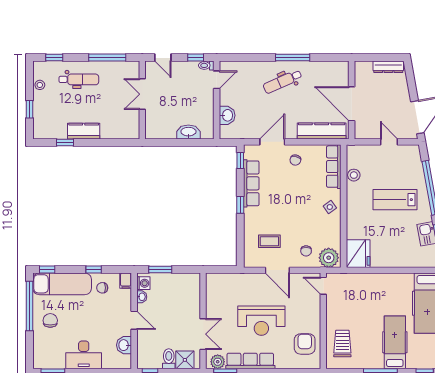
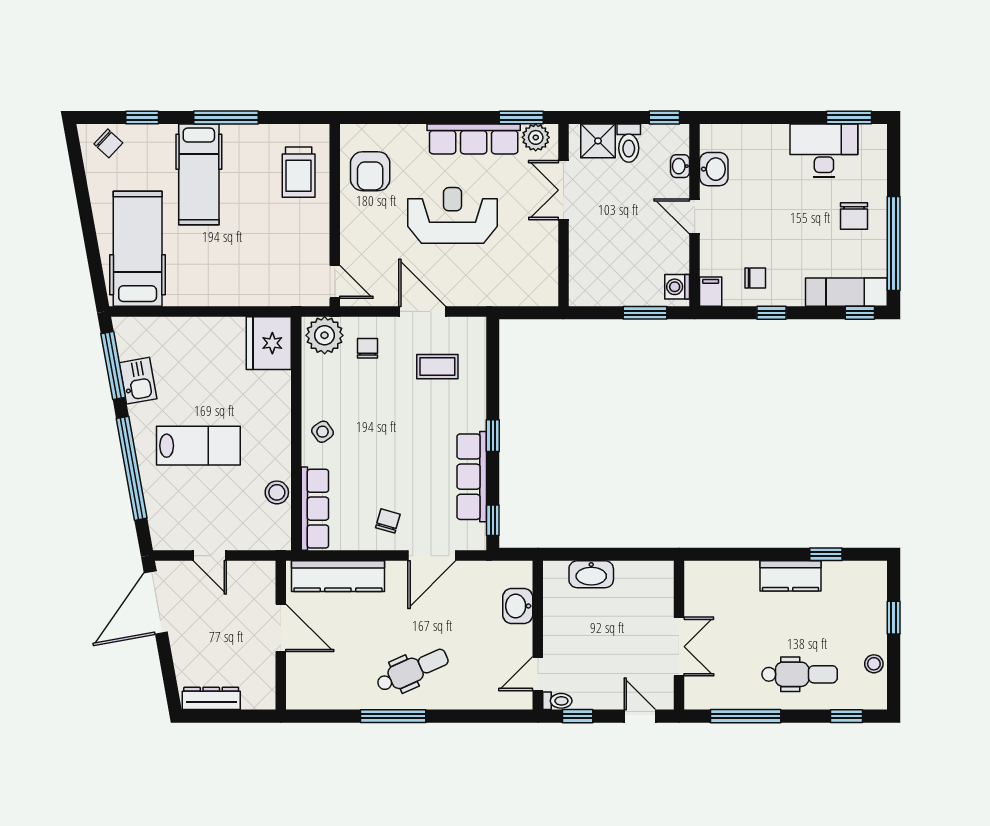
dental chair: (79, 79) -> (800, 674), turned 180
door: (352, 104) -> (281, 628), width x0.73
exam couch: (62, 284) -> (846, 292), width x0.73, depth x0.69
washbasin: (142, 297) -> (680, 166), moved
desk: (84, 355) -> (824, 150), moved

